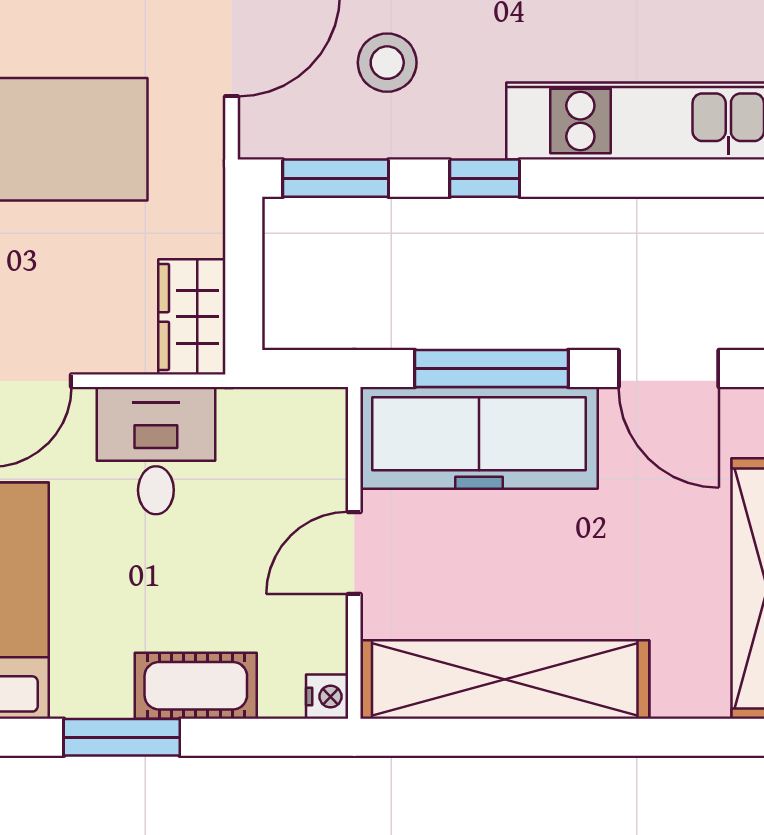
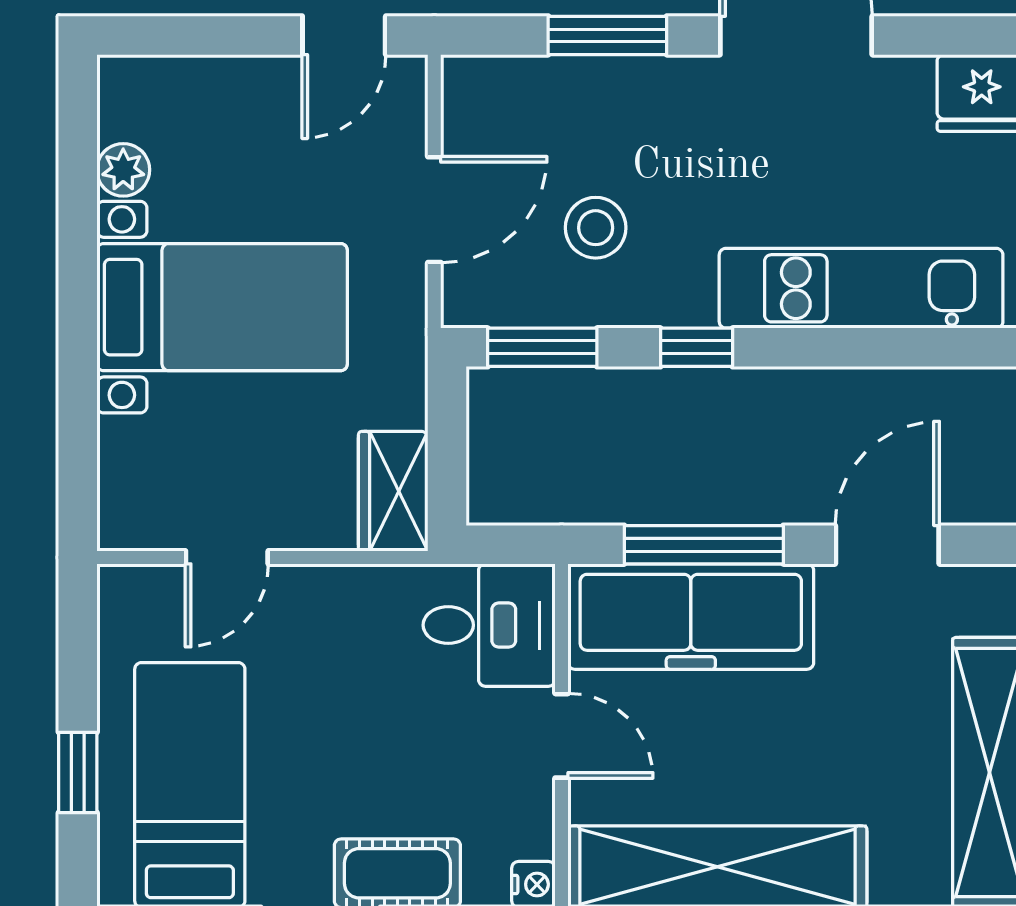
door: (669, 369) -> (887, 545), swing flipped
desk: (156, 451) -> (489, 625), moved, turned 90
door: (354, 553) -> (562, 736), swing flipped

